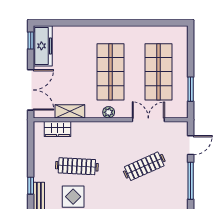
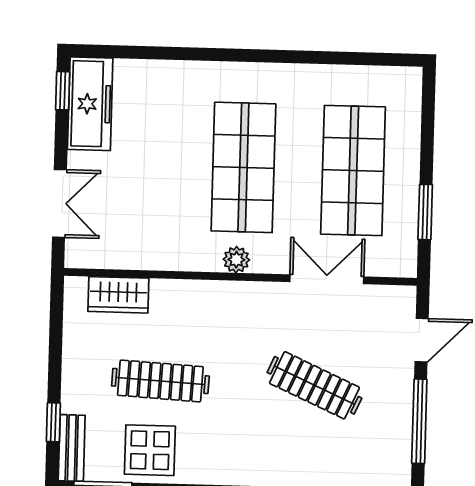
double door: (31, 90) -> (59, 203), width x0.73
shelving: (70, 111) -> (148, 255), removed
clothes rail: (144, 166) -> (314, 385), turned 48

